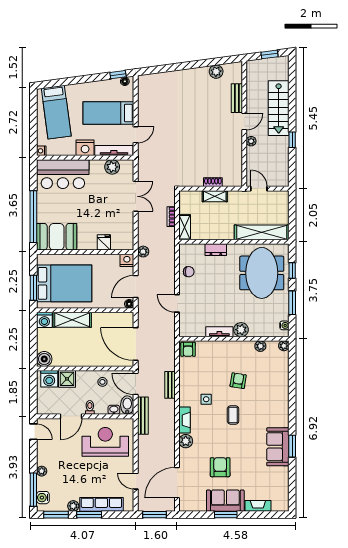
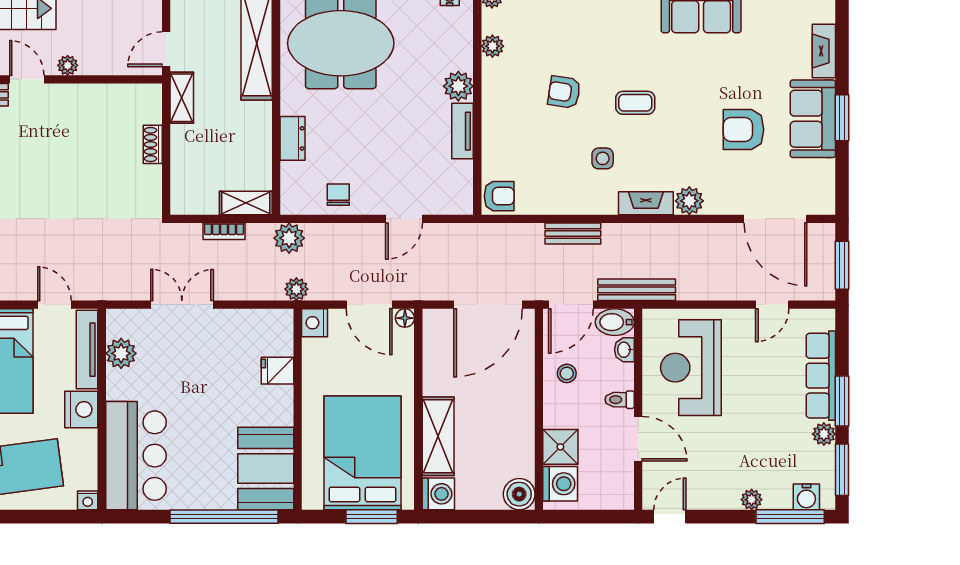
shelving: (215, 196) -> (182, 98), moved
plant: (168, 248) -> (289, 238), added

